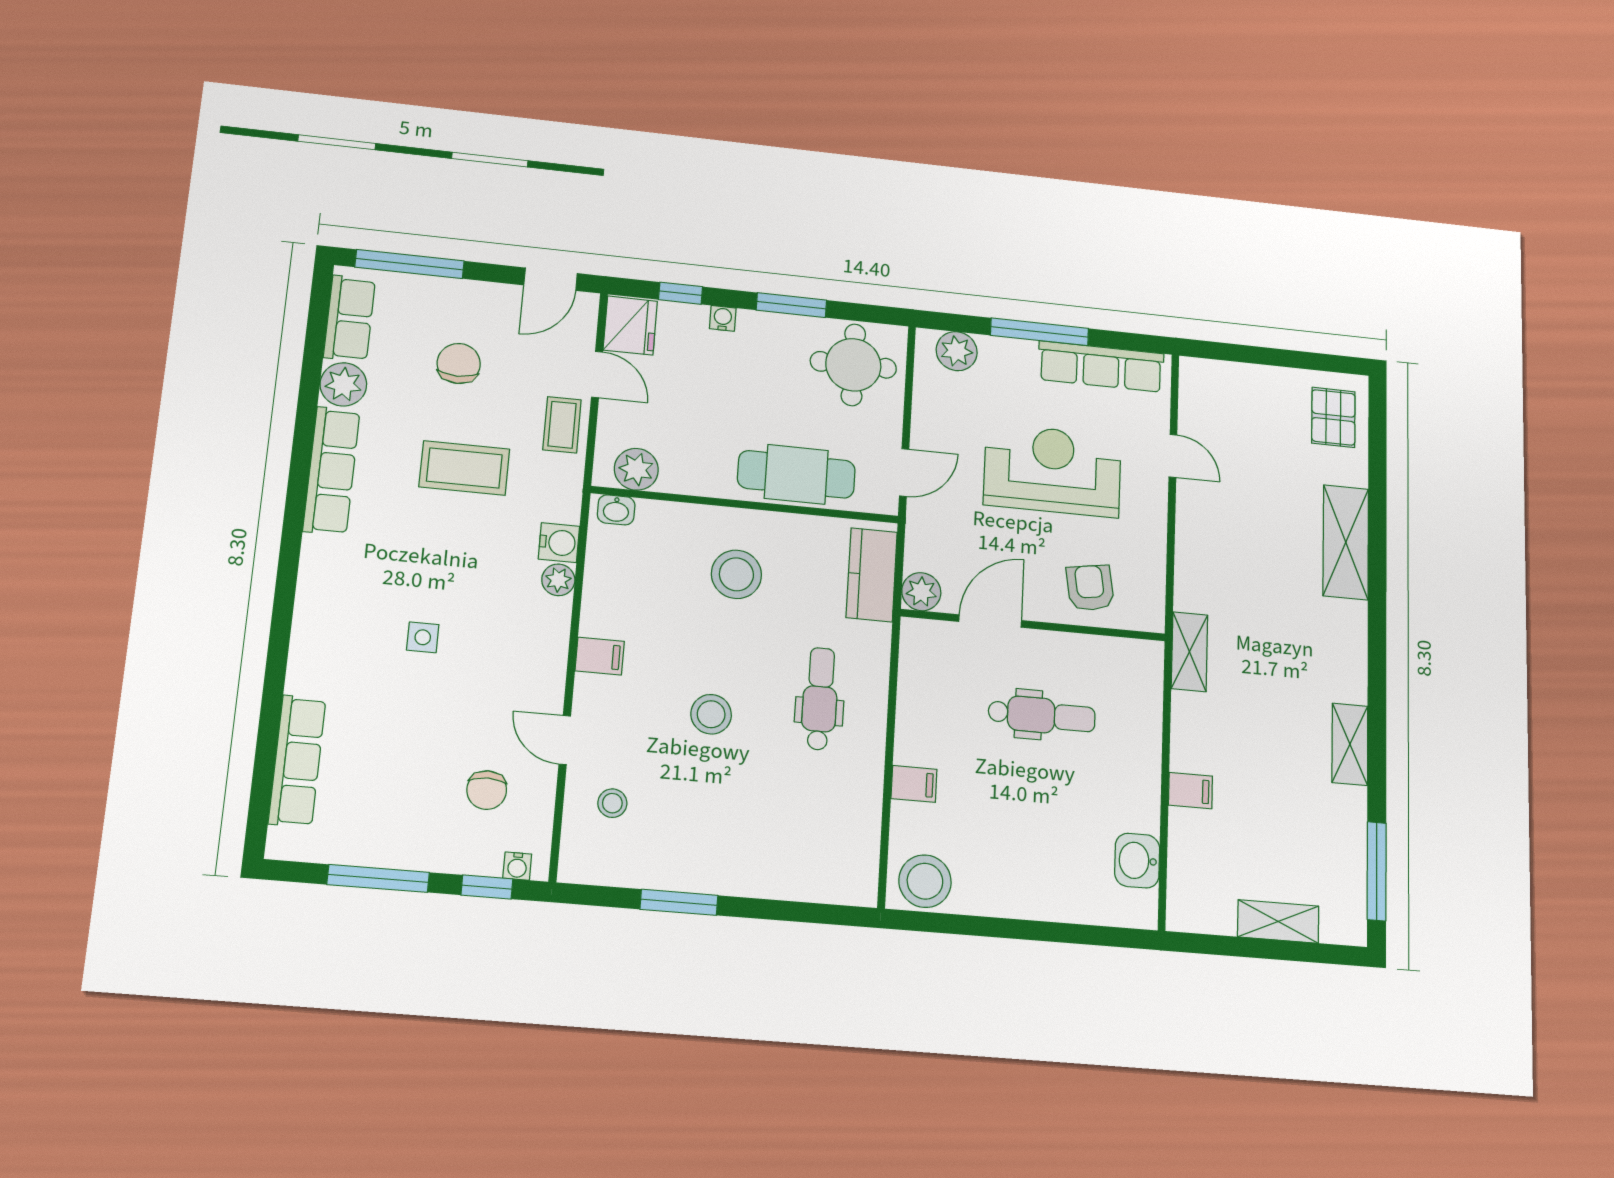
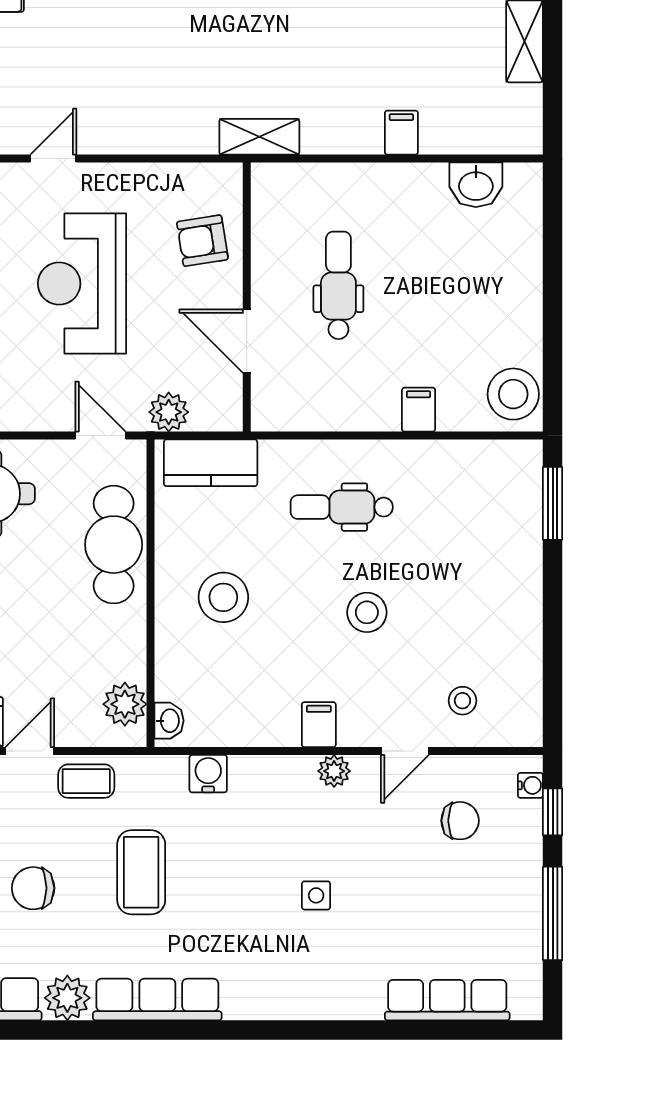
plant: (558, 580) -> (334, 771), moved
plant: (921, 592) -> (169, 412), moved
window: (679, 902) -> (553, 503), moved

